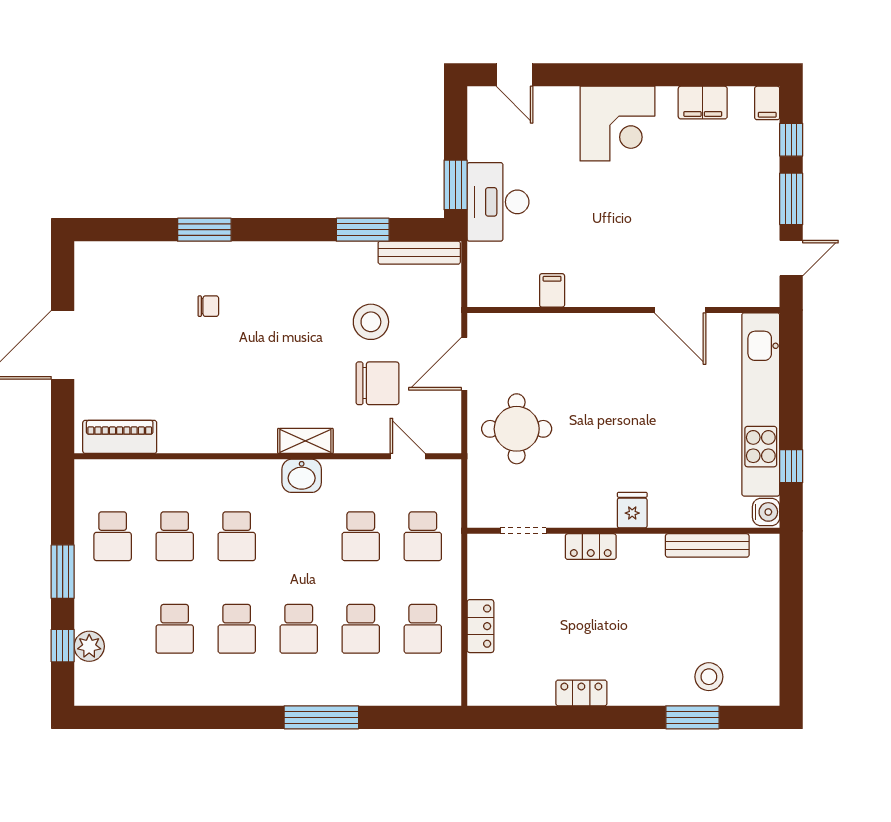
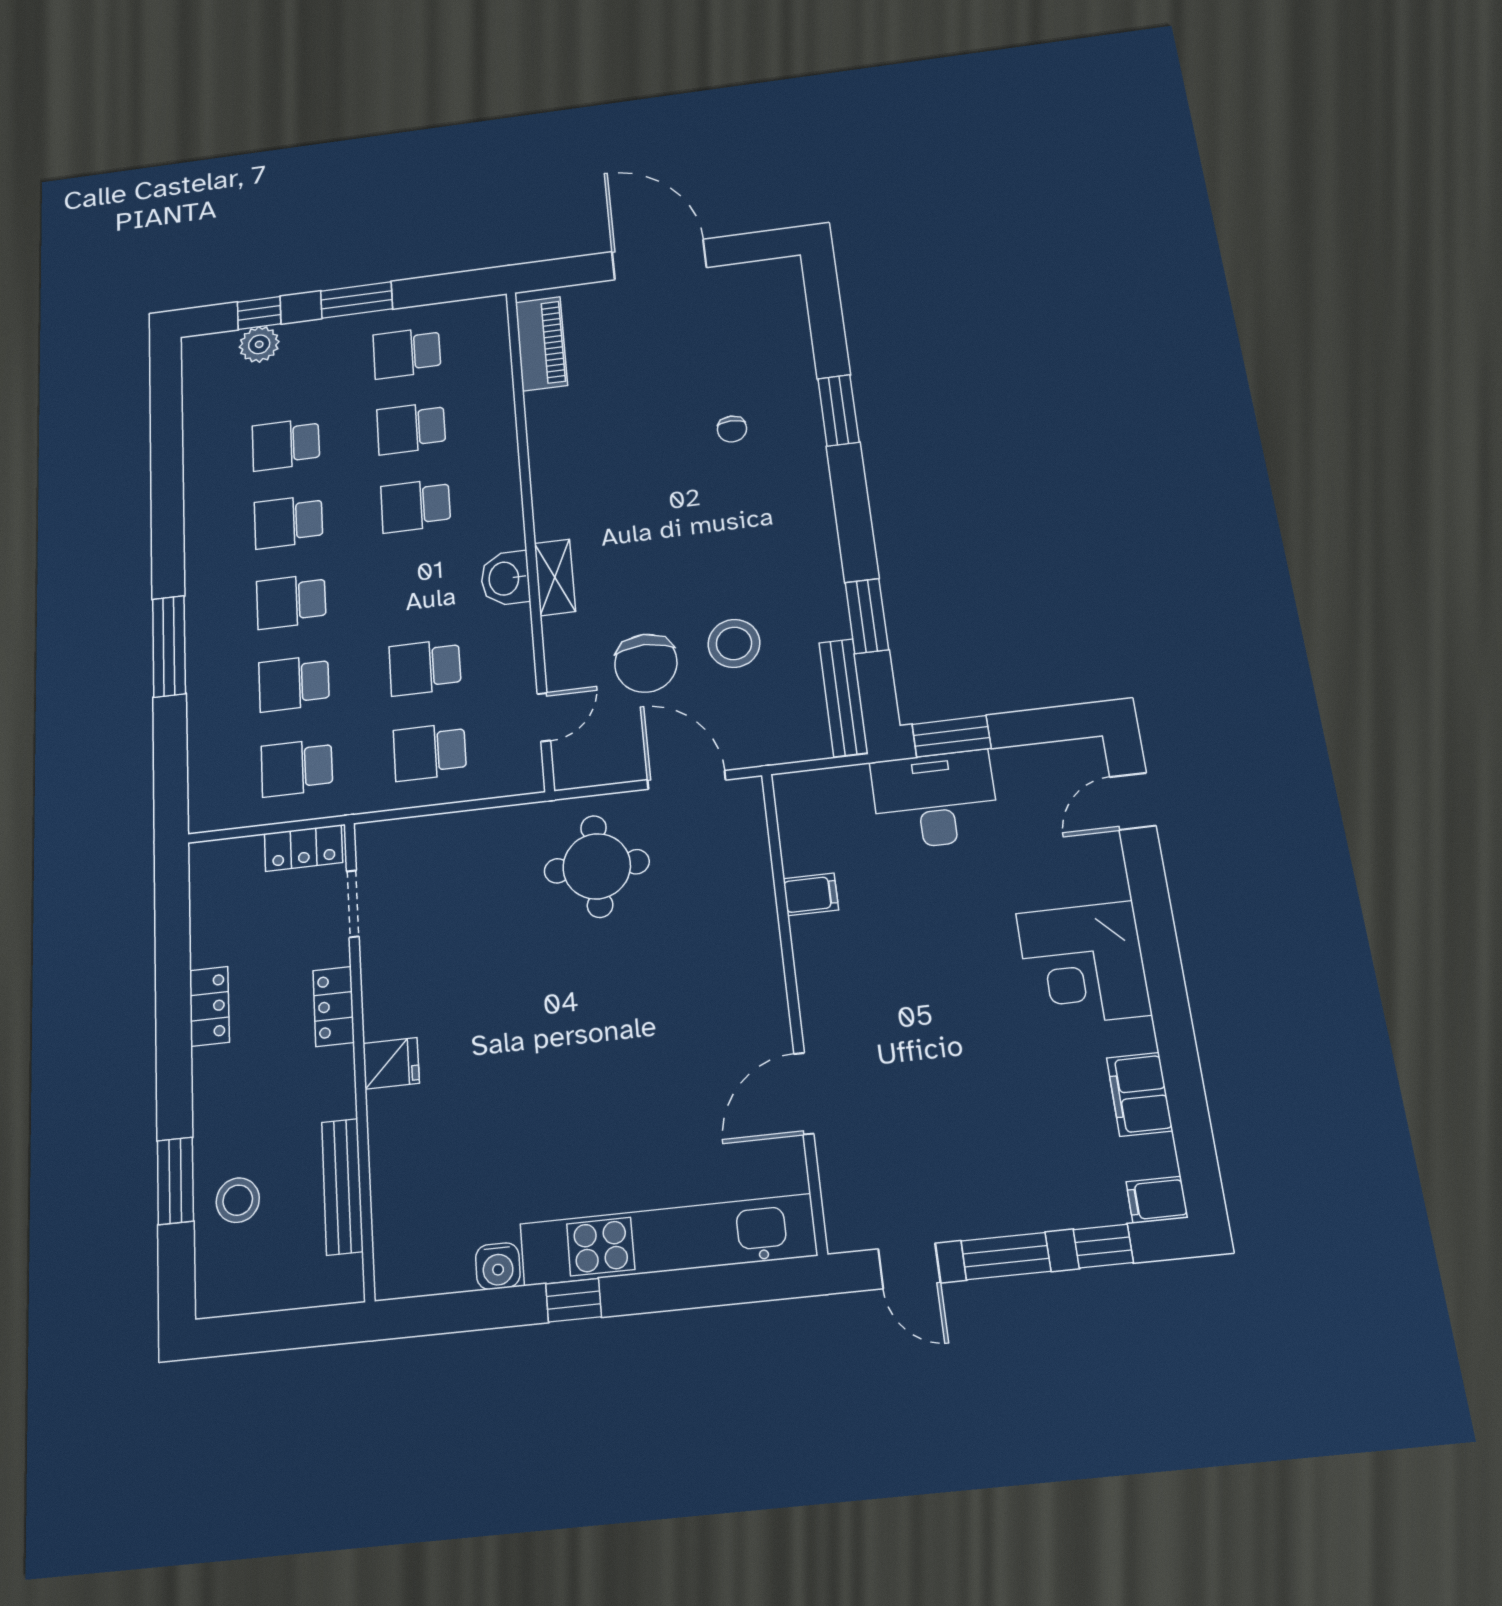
fridge: (632, 510) -> (391, 1063), moved
doorway: (523, 531) -> (353, 904), moved
wall: (623, 531) -> (359, 1053), moved
bench: (707, 545) -> (342, 1186), moved
locker: (591, 547) -> (334, 1006), moved

